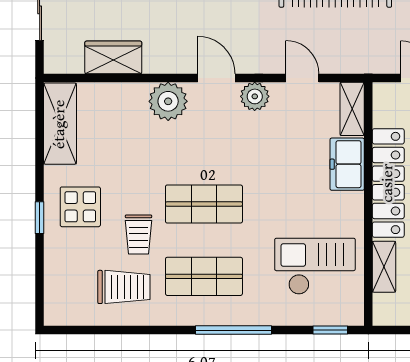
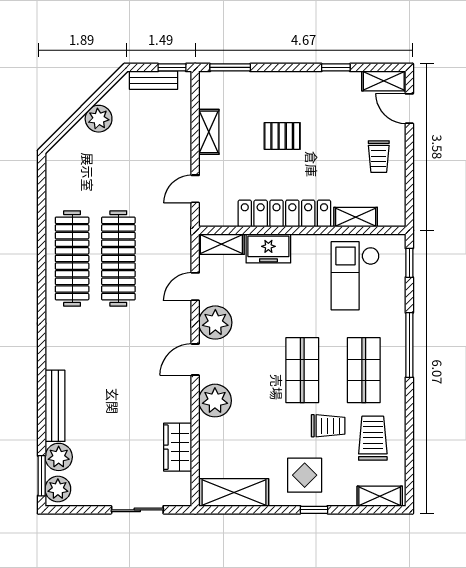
plant: (255, 96) -> (215, 323), width x1.36, depth x1.36
shelving: (56, 295) -> (380, 496), added

